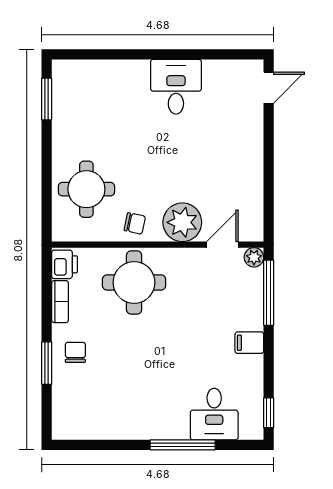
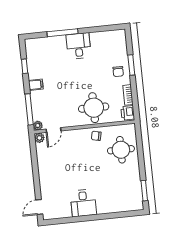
plant: (182, 222) -> (39, 138), moved, width x0.53, depth x0.53
window: (269, 413) -> (25, 66), moved
desk: (214, 414) -> (79, 46), moved

